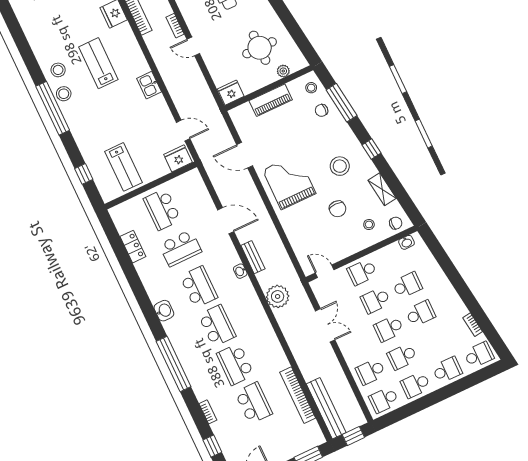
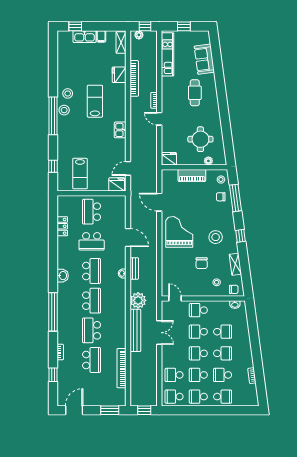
door: (183, 130) -> (128, 168), swing flipped
school desk: (479, 355) -> (223, 375), moved, turned 180
bench: (326, 408) -> (135, 330), moved

